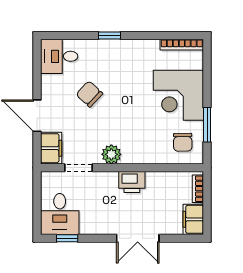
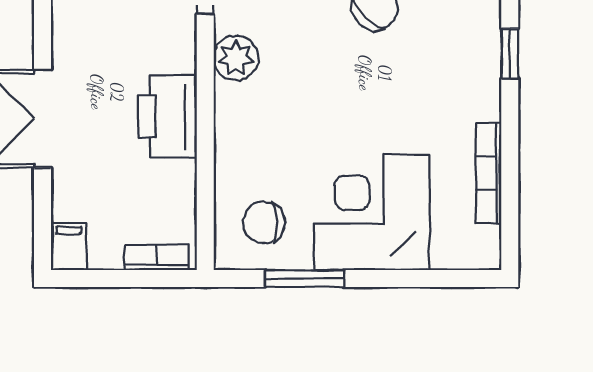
bookcase: (182, 45) -> (489, 173), moved
printer: (132, 182) -> (167, 116), width x1.37, depth x1.19
filing cabinet: (193, 219) -> (69, 247), width x0.50

